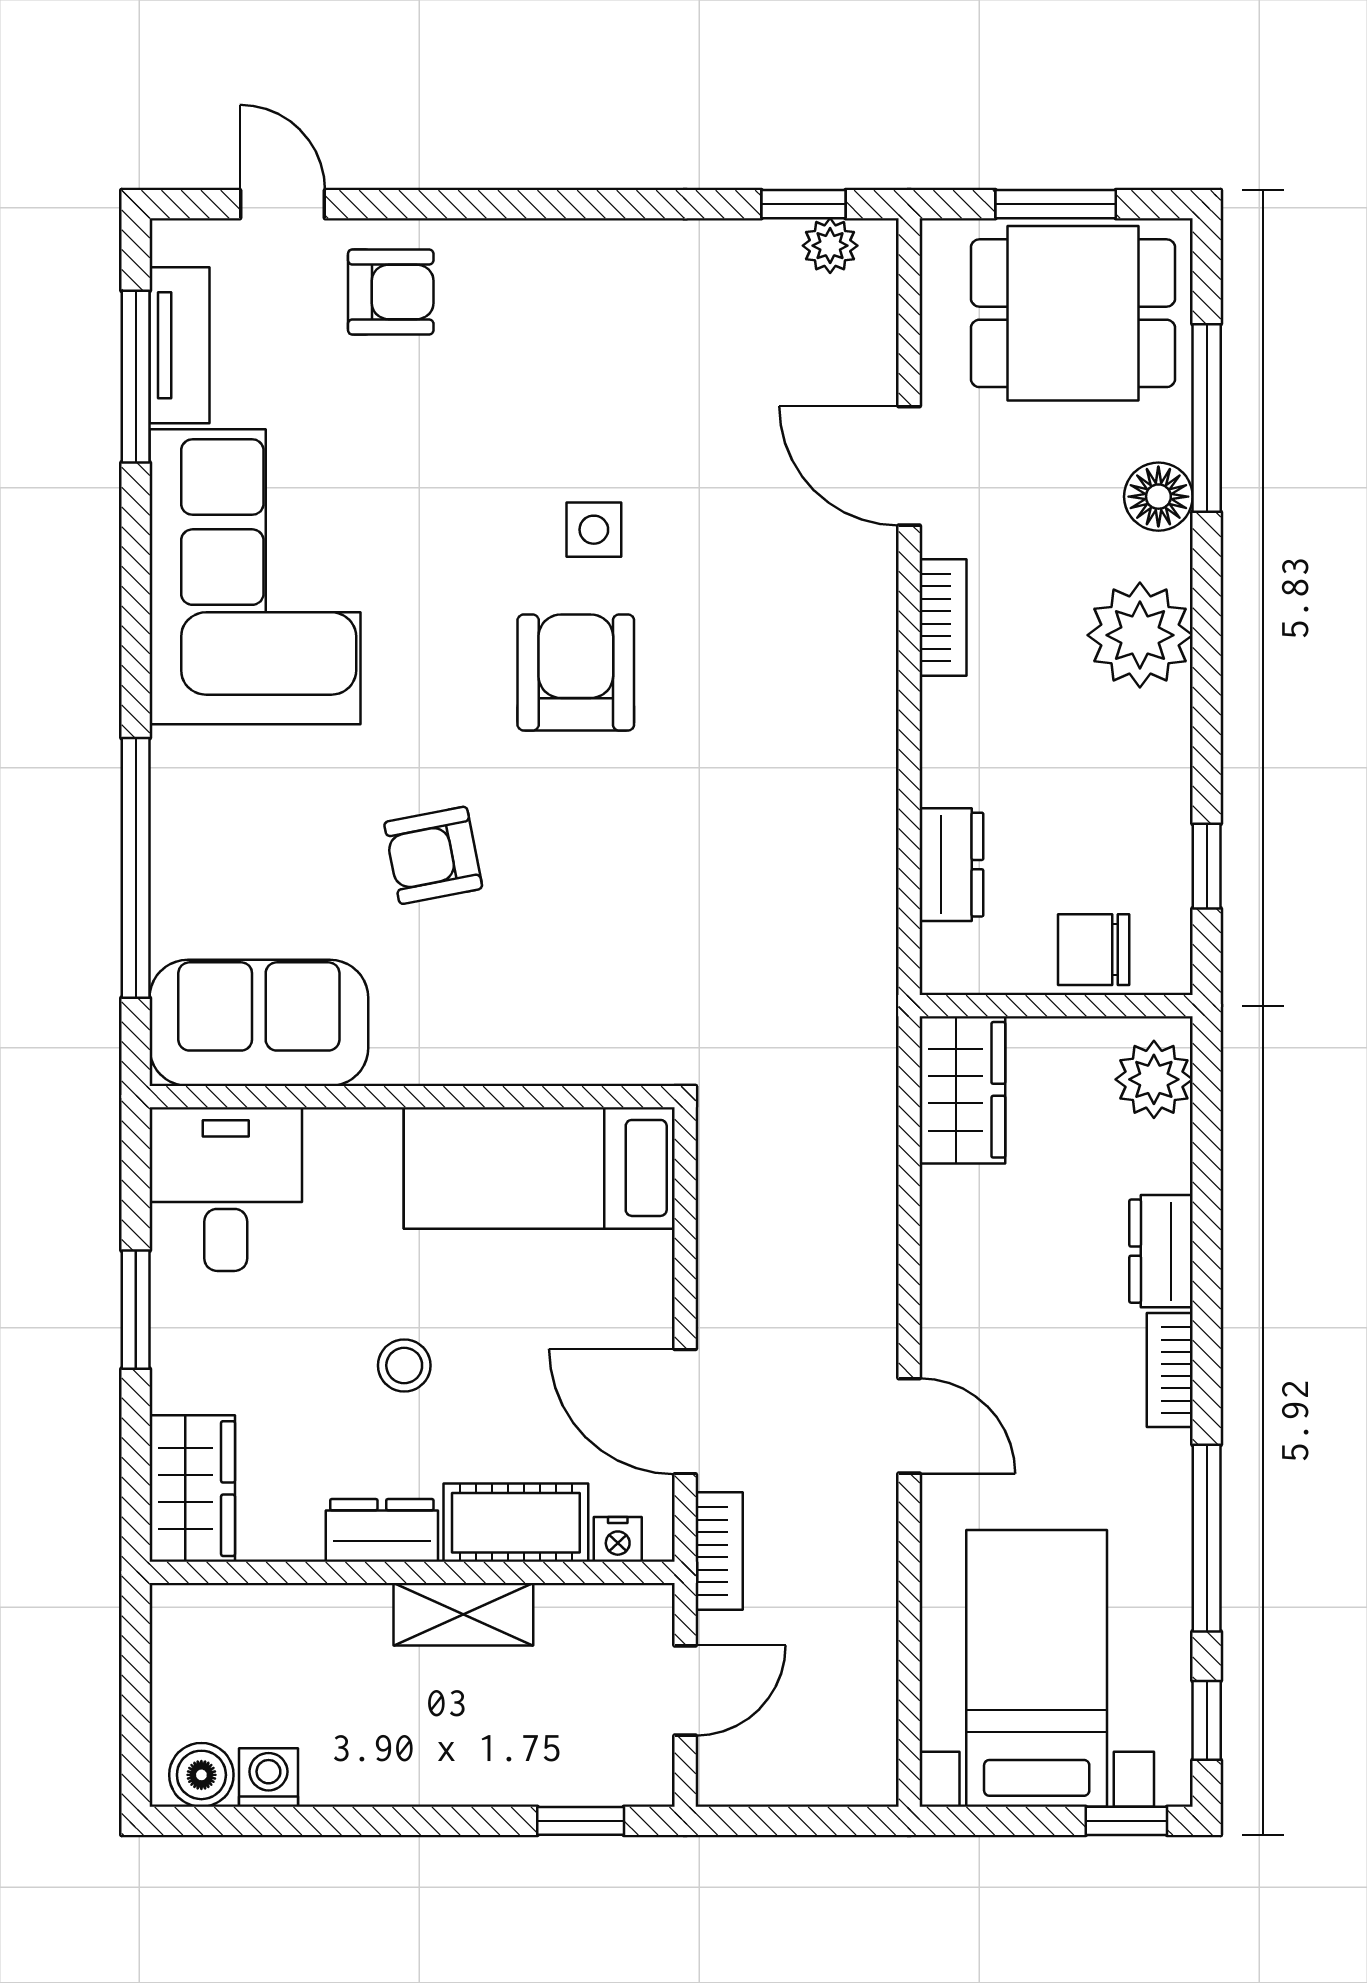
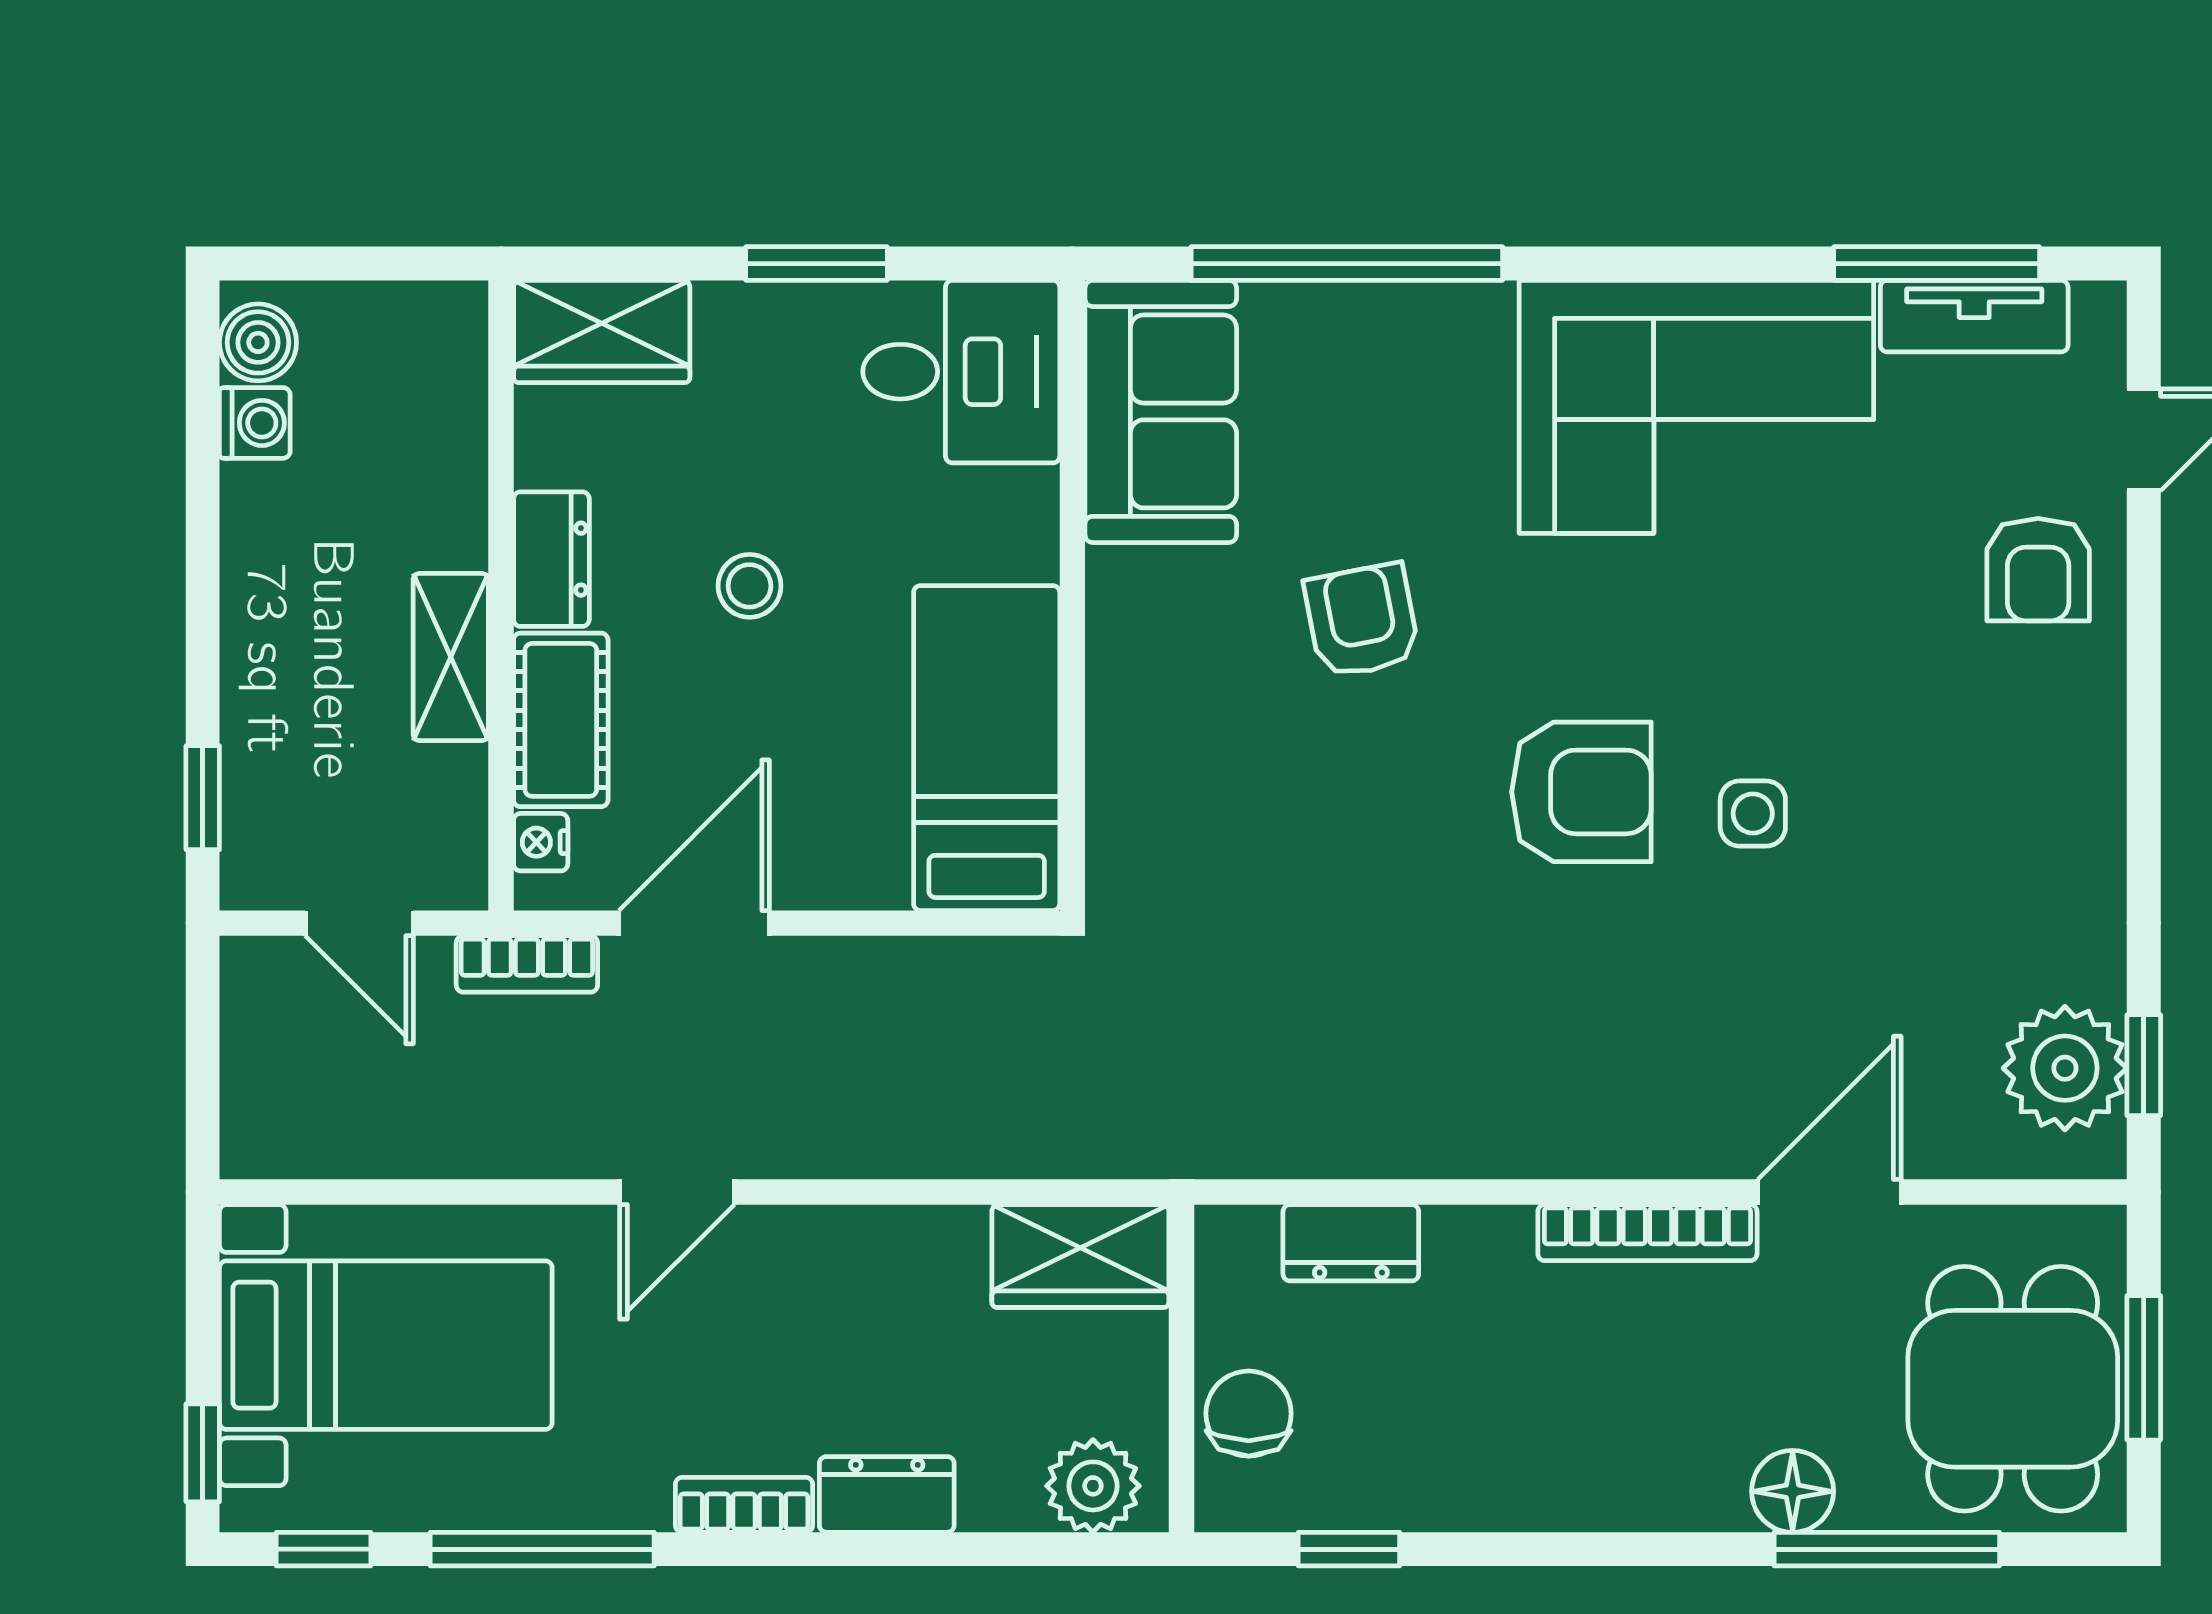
plant: (830, 246) -> (2065, 1068), width x1.88, depth x1.88
bookcase: (943, 617) -> (1647, 1233), width x1.56
plant: (1140, 635) -> (1626, 1469), removed

